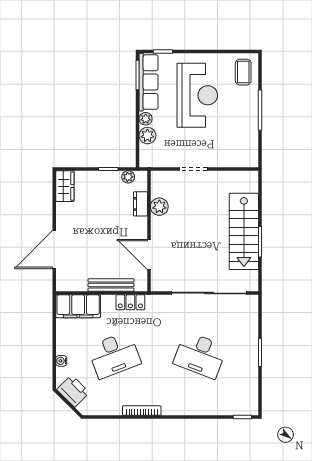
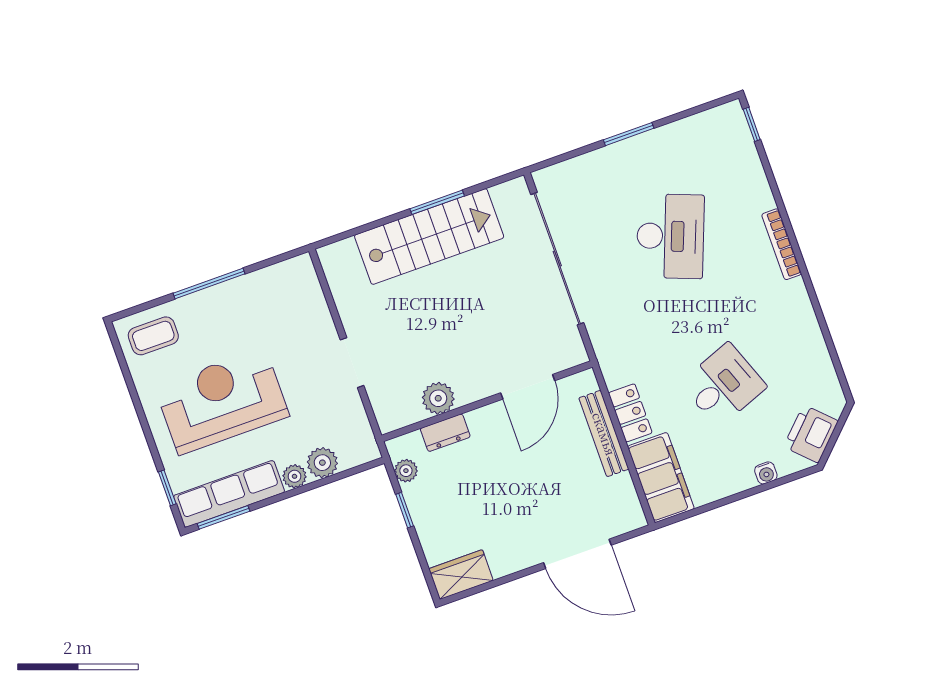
locker: (130, 302) -> (630, 413), moved
desk: (114, 355) -> (723, 385), width x0.73
bookcase: (142, 411) -> (782, 244), moved

